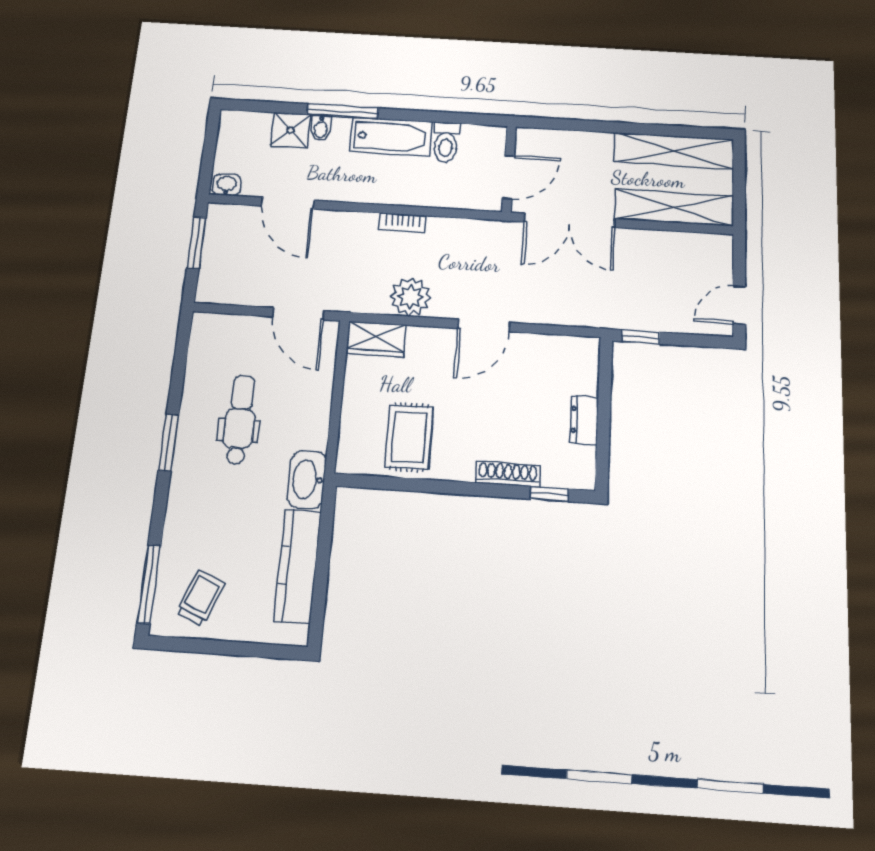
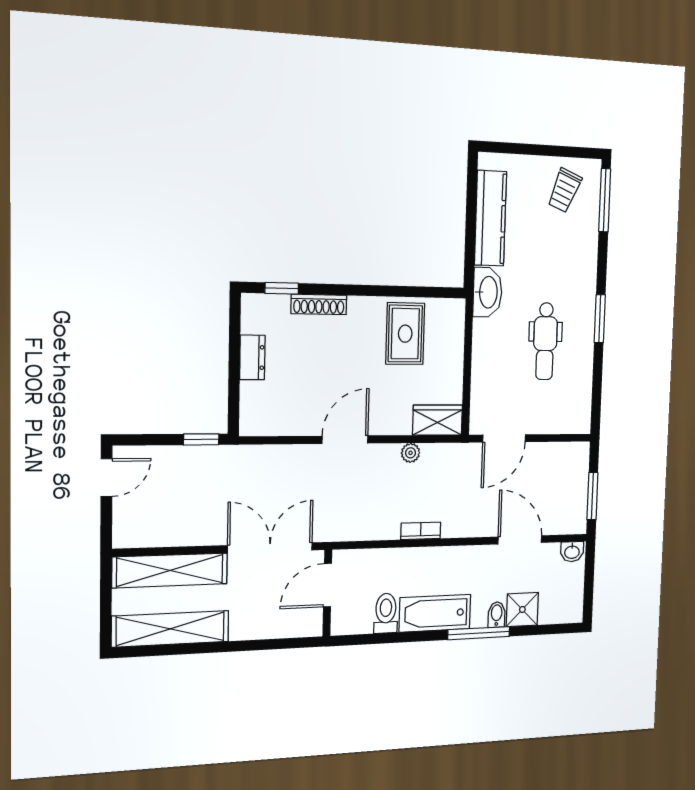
plant: (410, 297) -> (410, 453), width x0.53, depth x0.53
door: (298, 314) -> (504, 438), swing flipped

